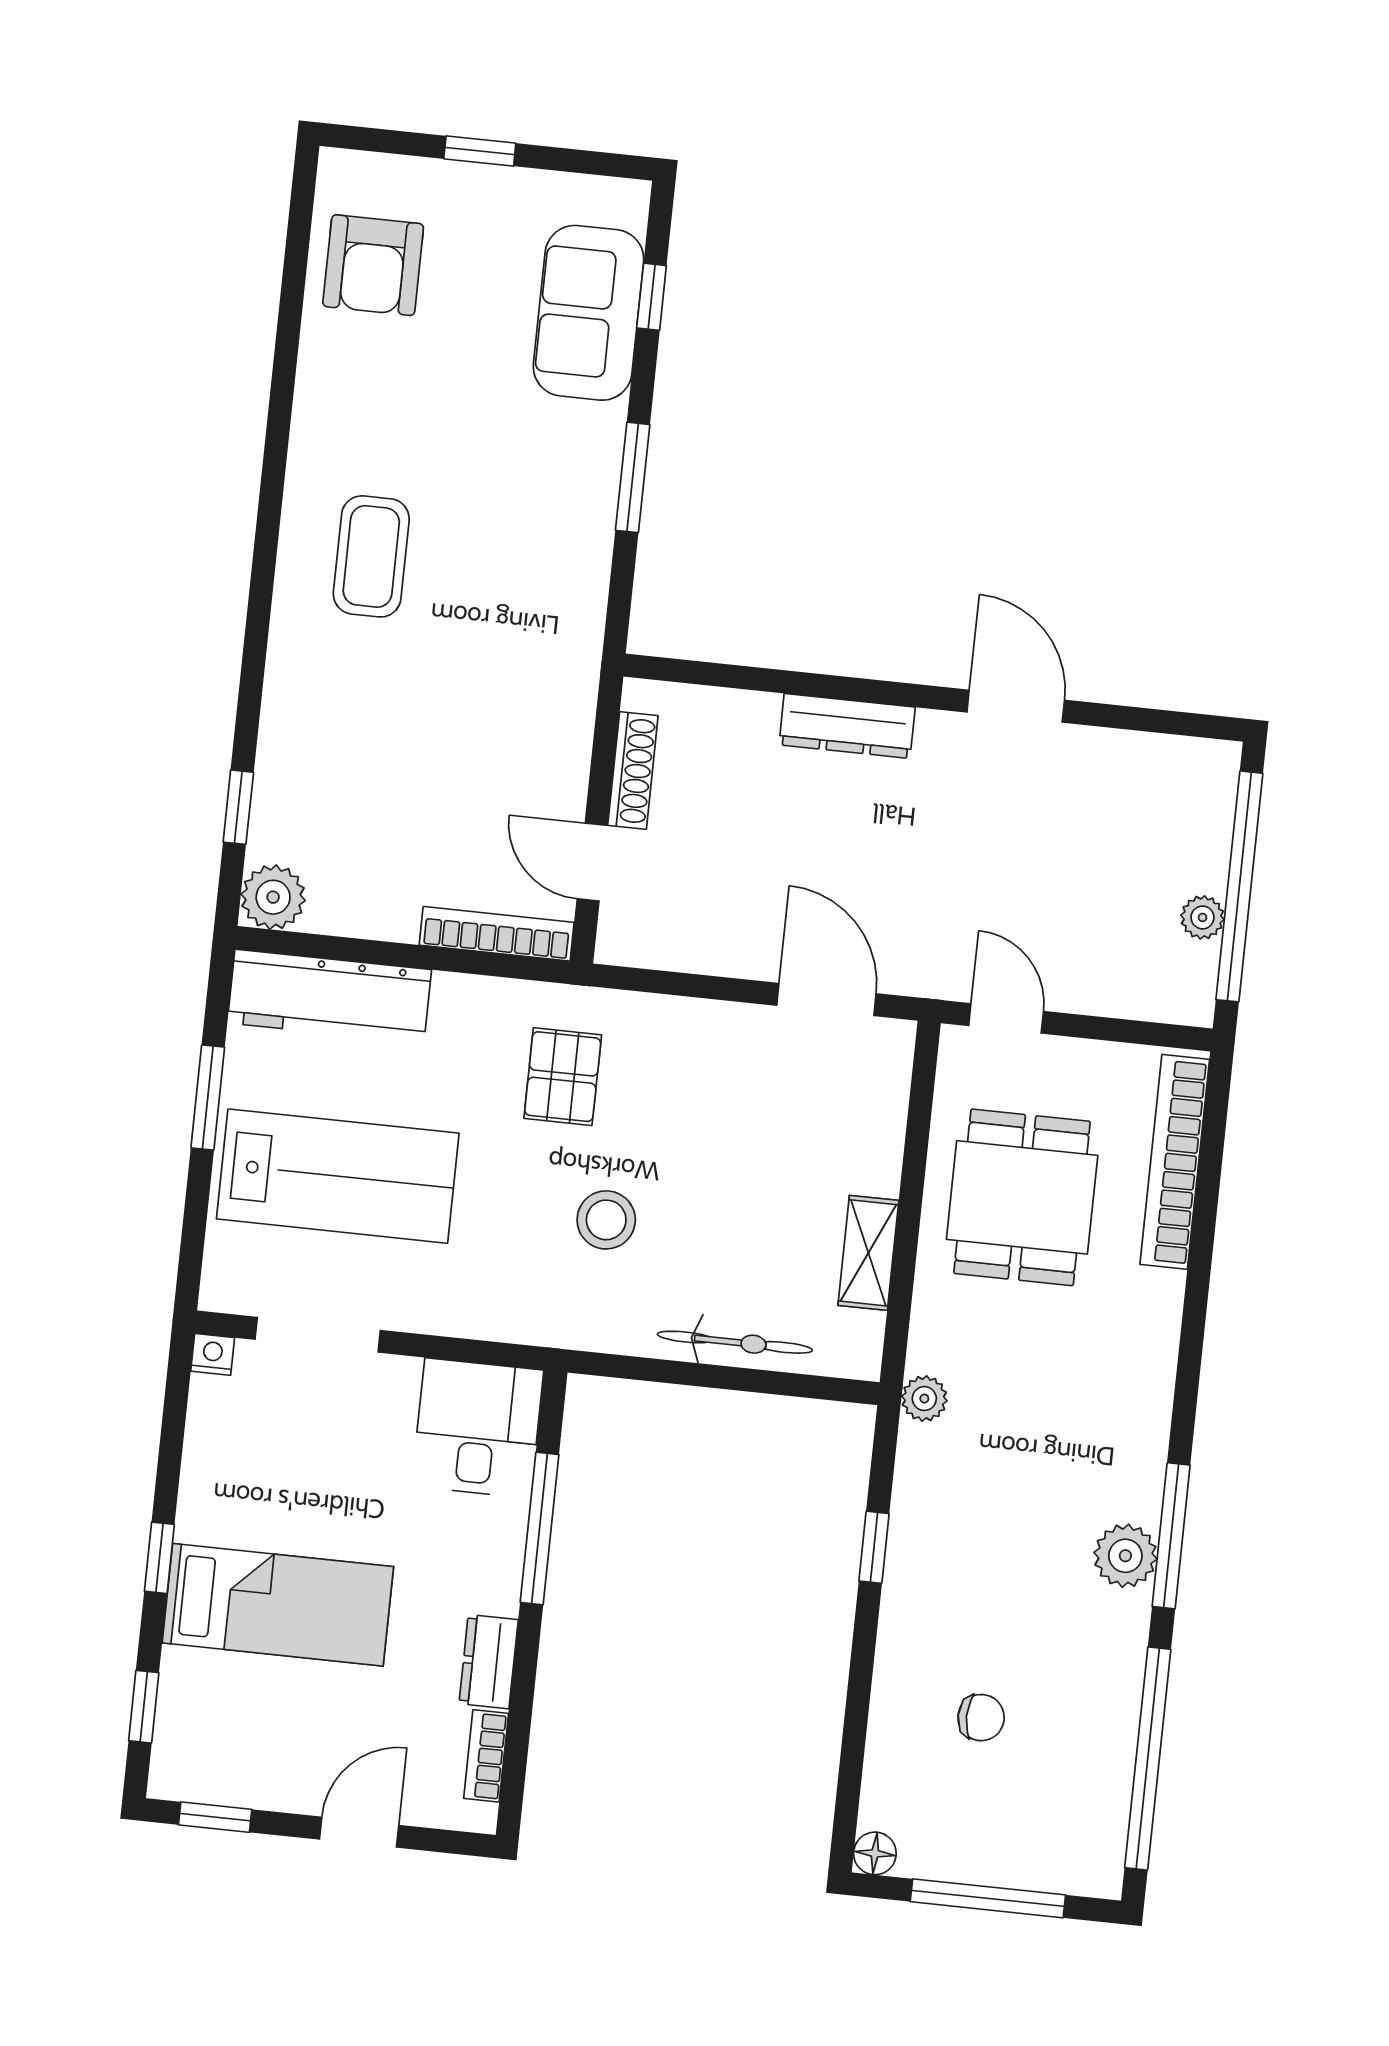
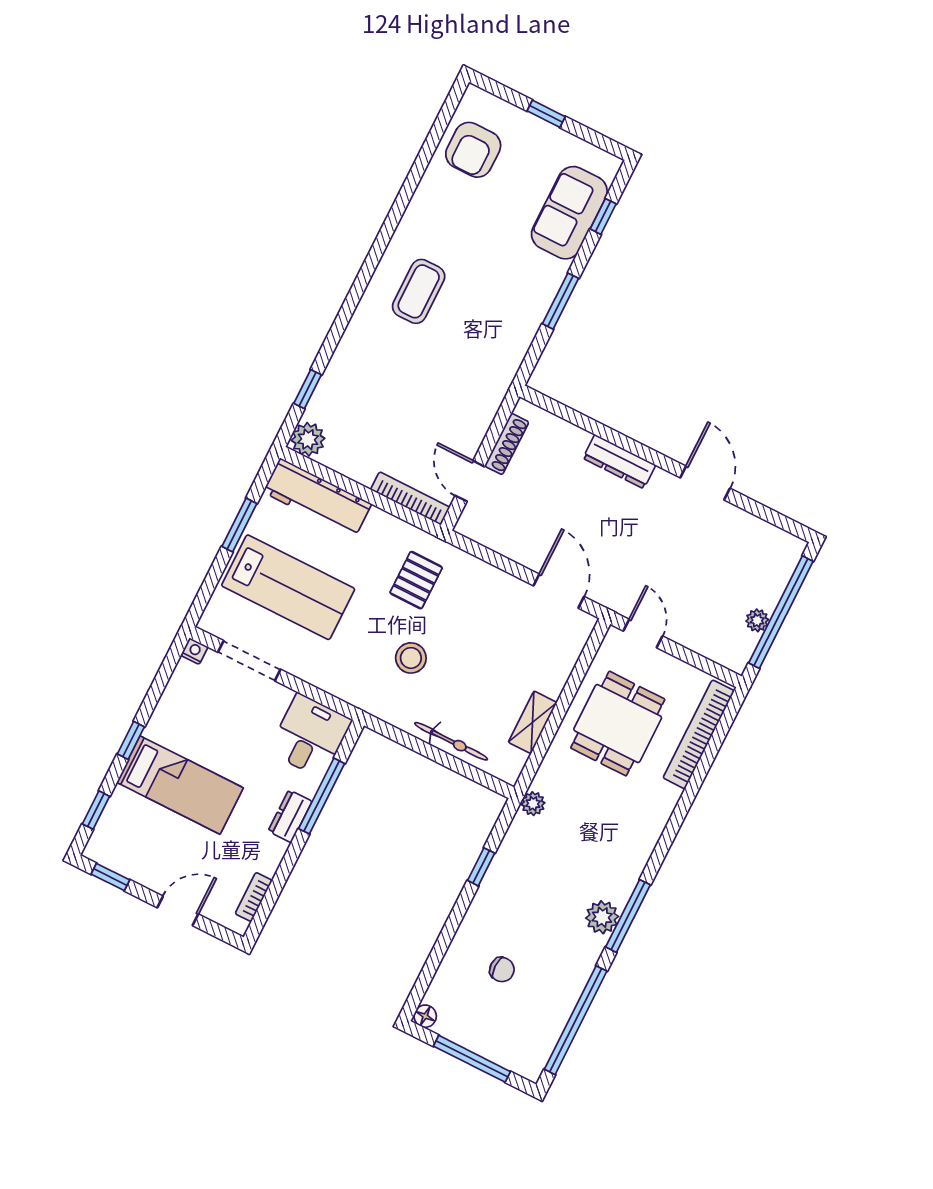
dresser: (489, 1662) -> (290, 816), moved

